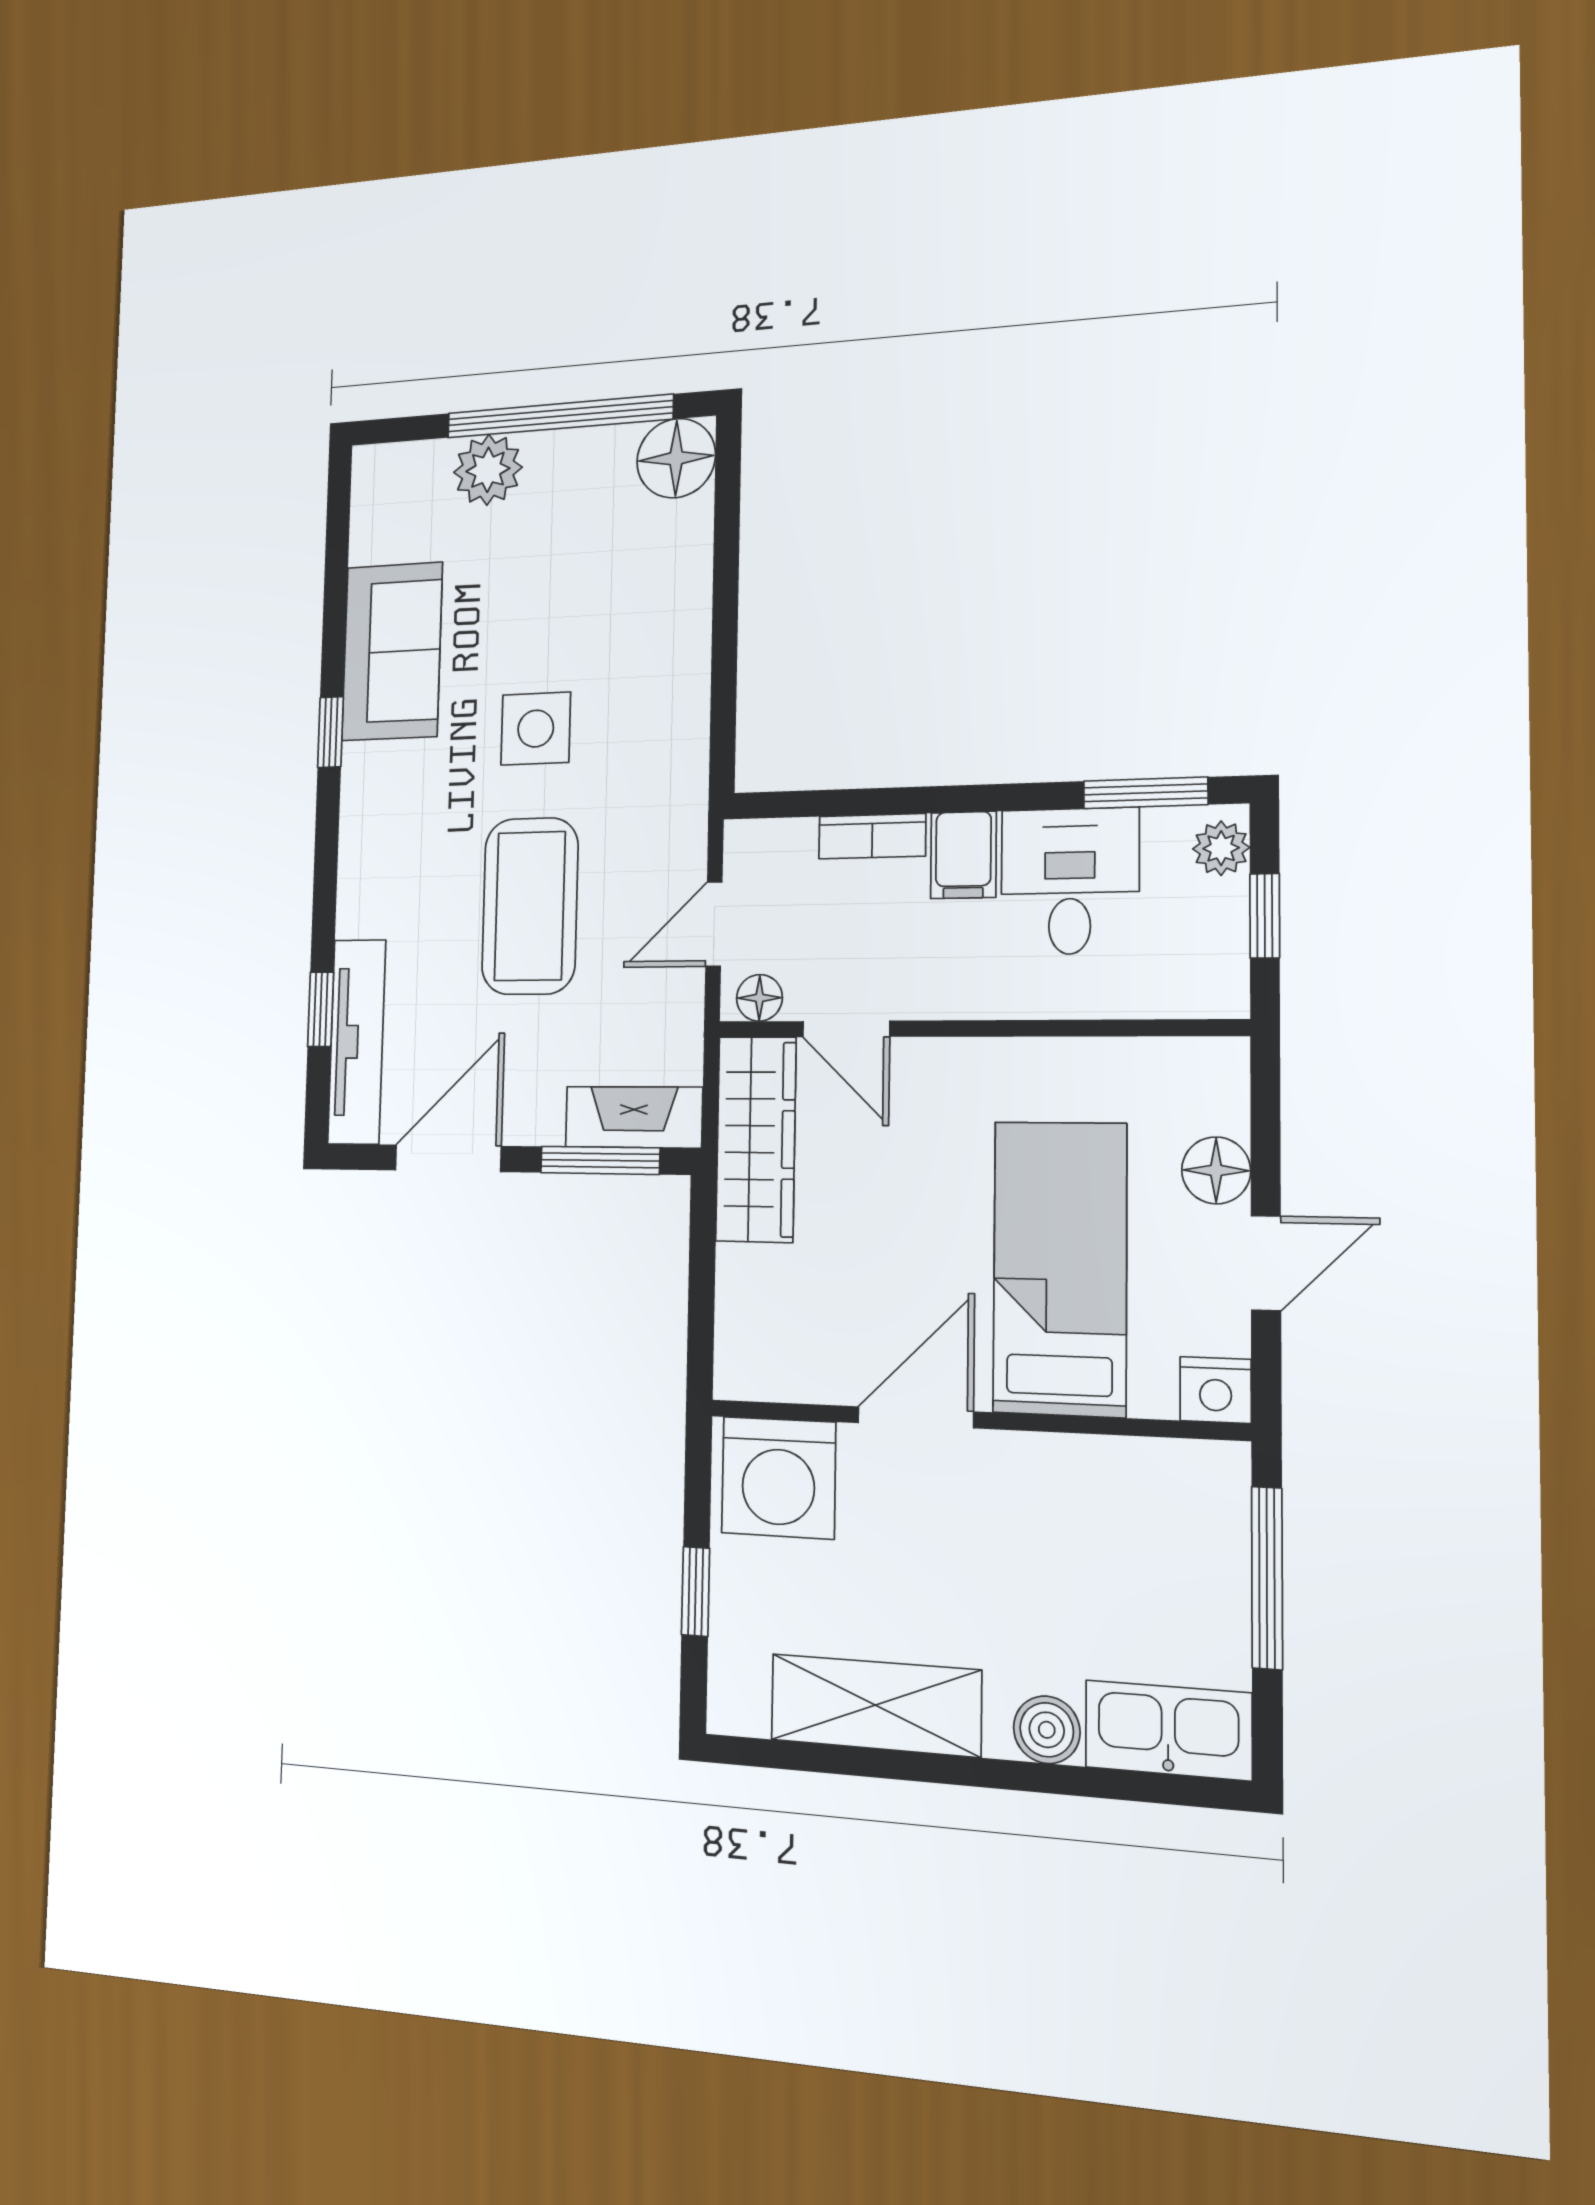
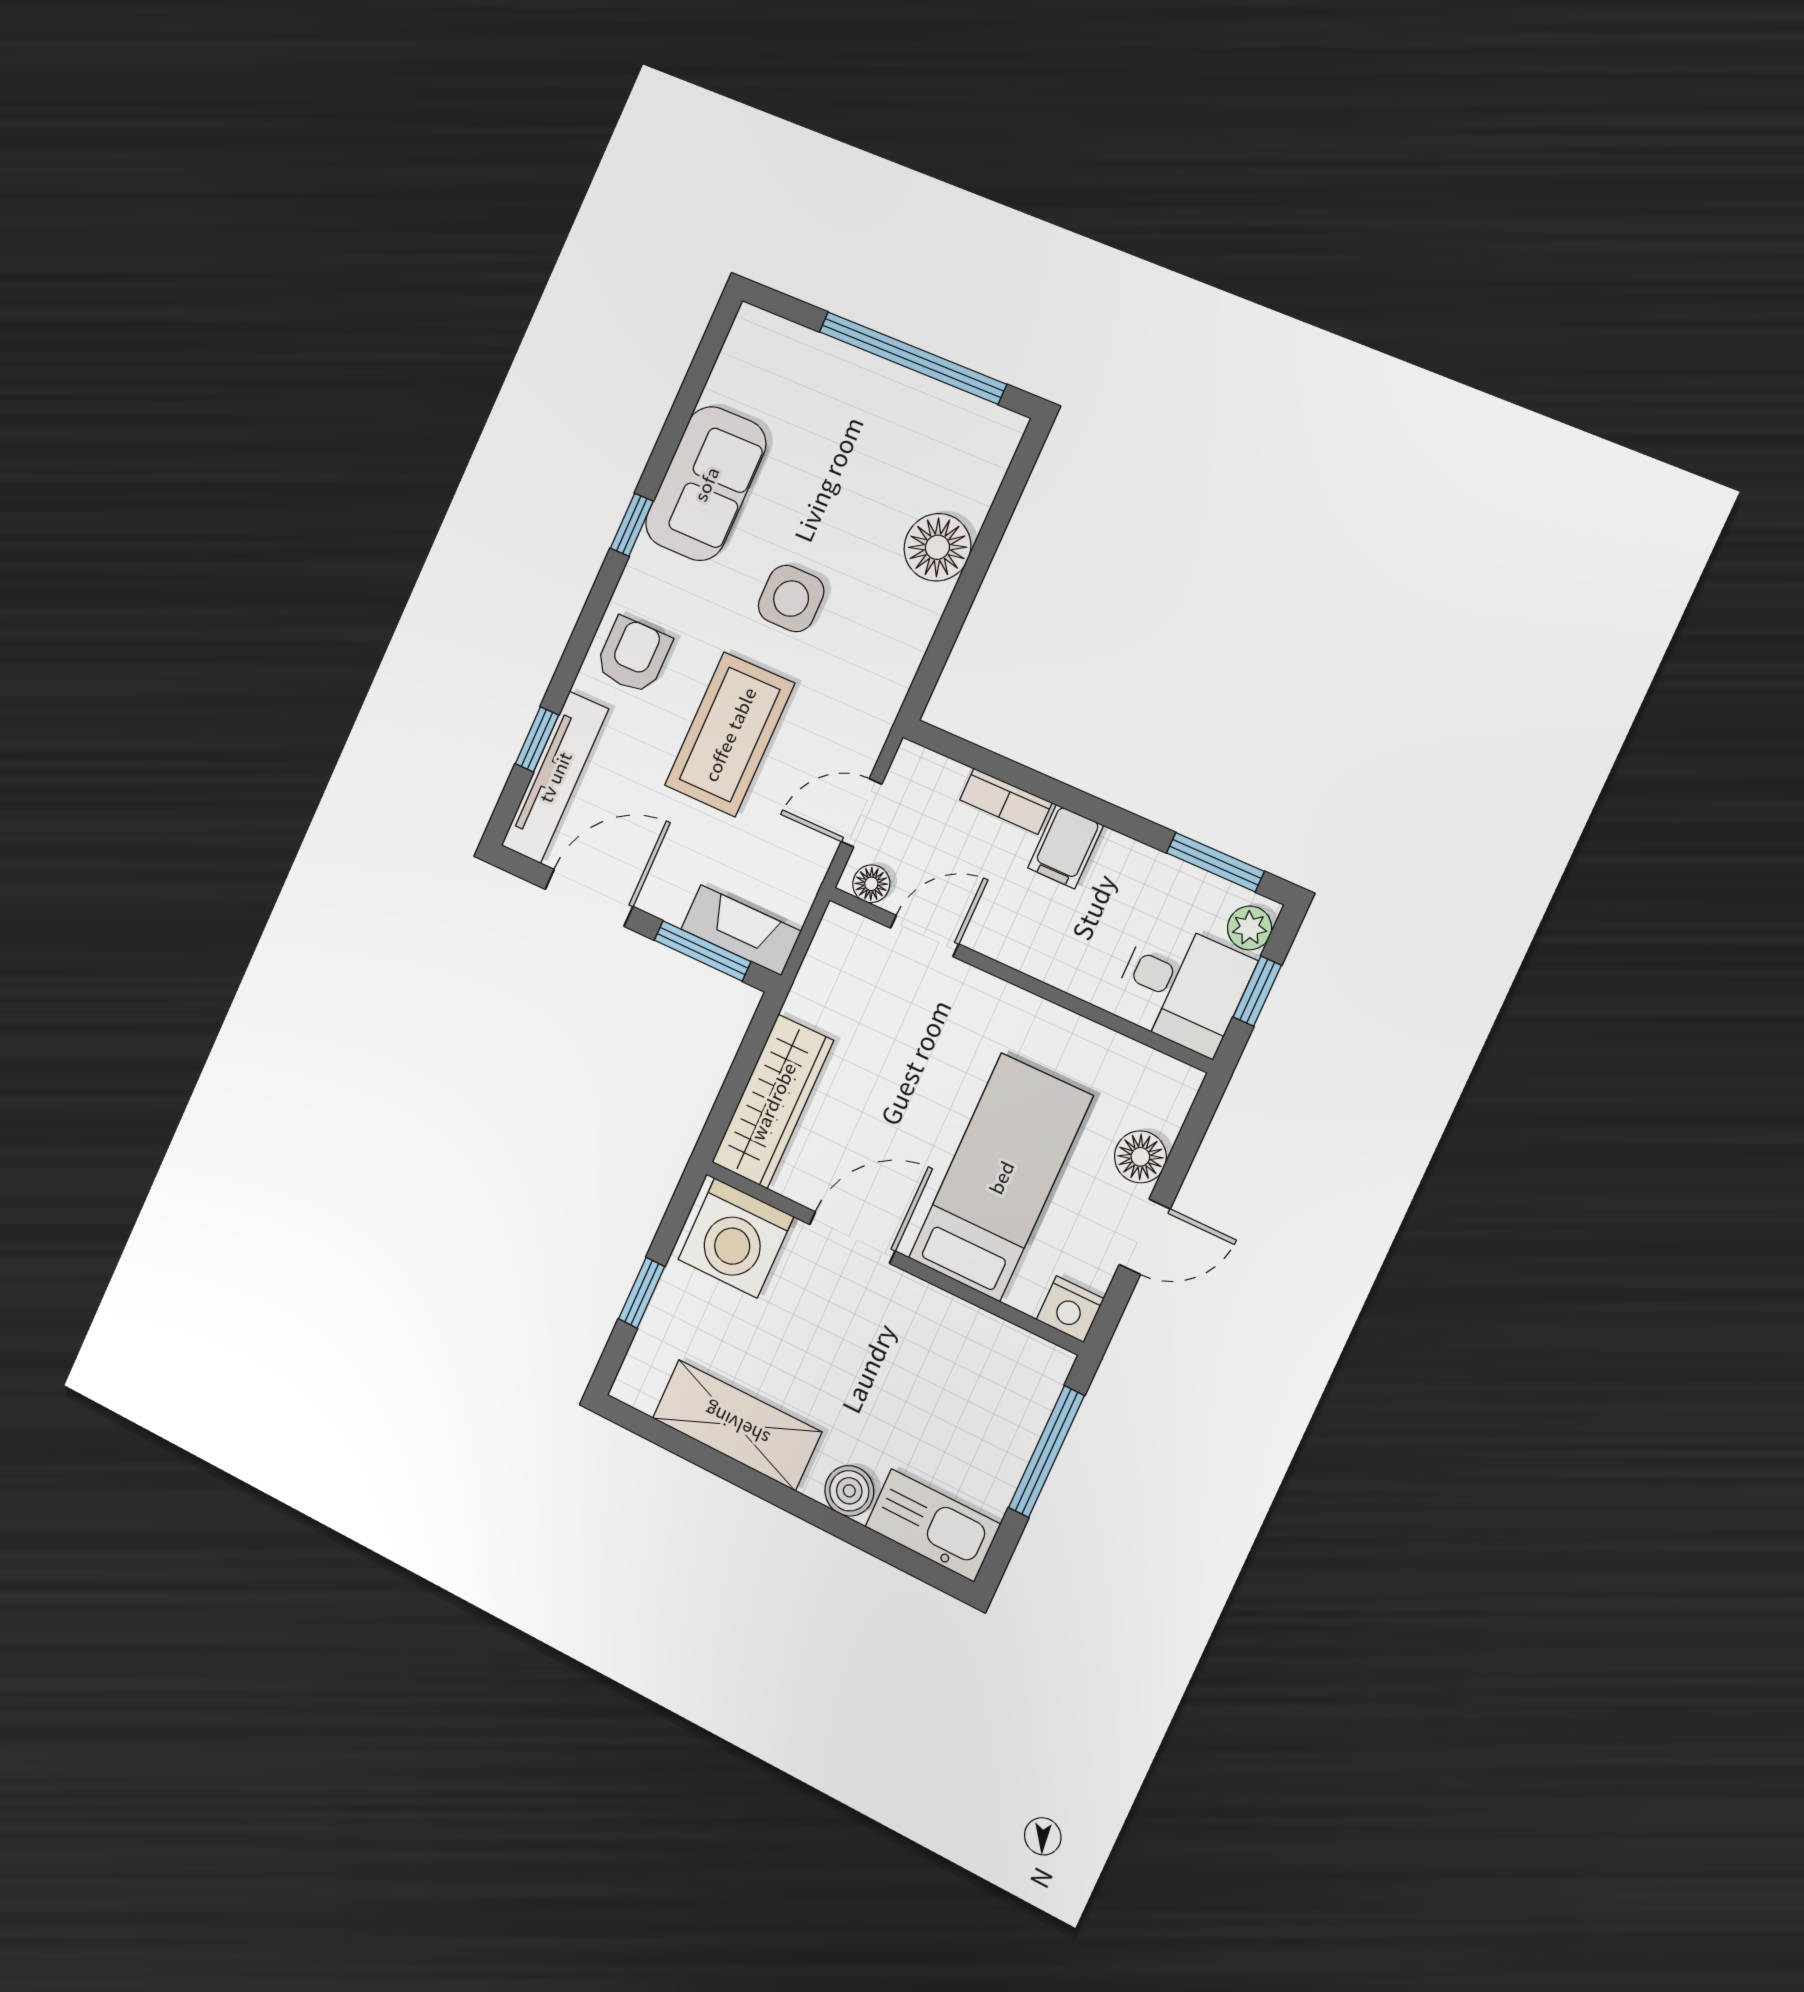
floor lamp: (676, 458) -> (937, 547), moved
plant: (488, 470) -> (840, 374), removed
armchair: (389, 870) -> (633, 655), added
desk: (1070, 881) -> (1182, 986), moved, turned 90
door: (846, 1029) -> (925, 936), swing flipped
wardrobe: (756, 1139) -> (773, 1101), moved

